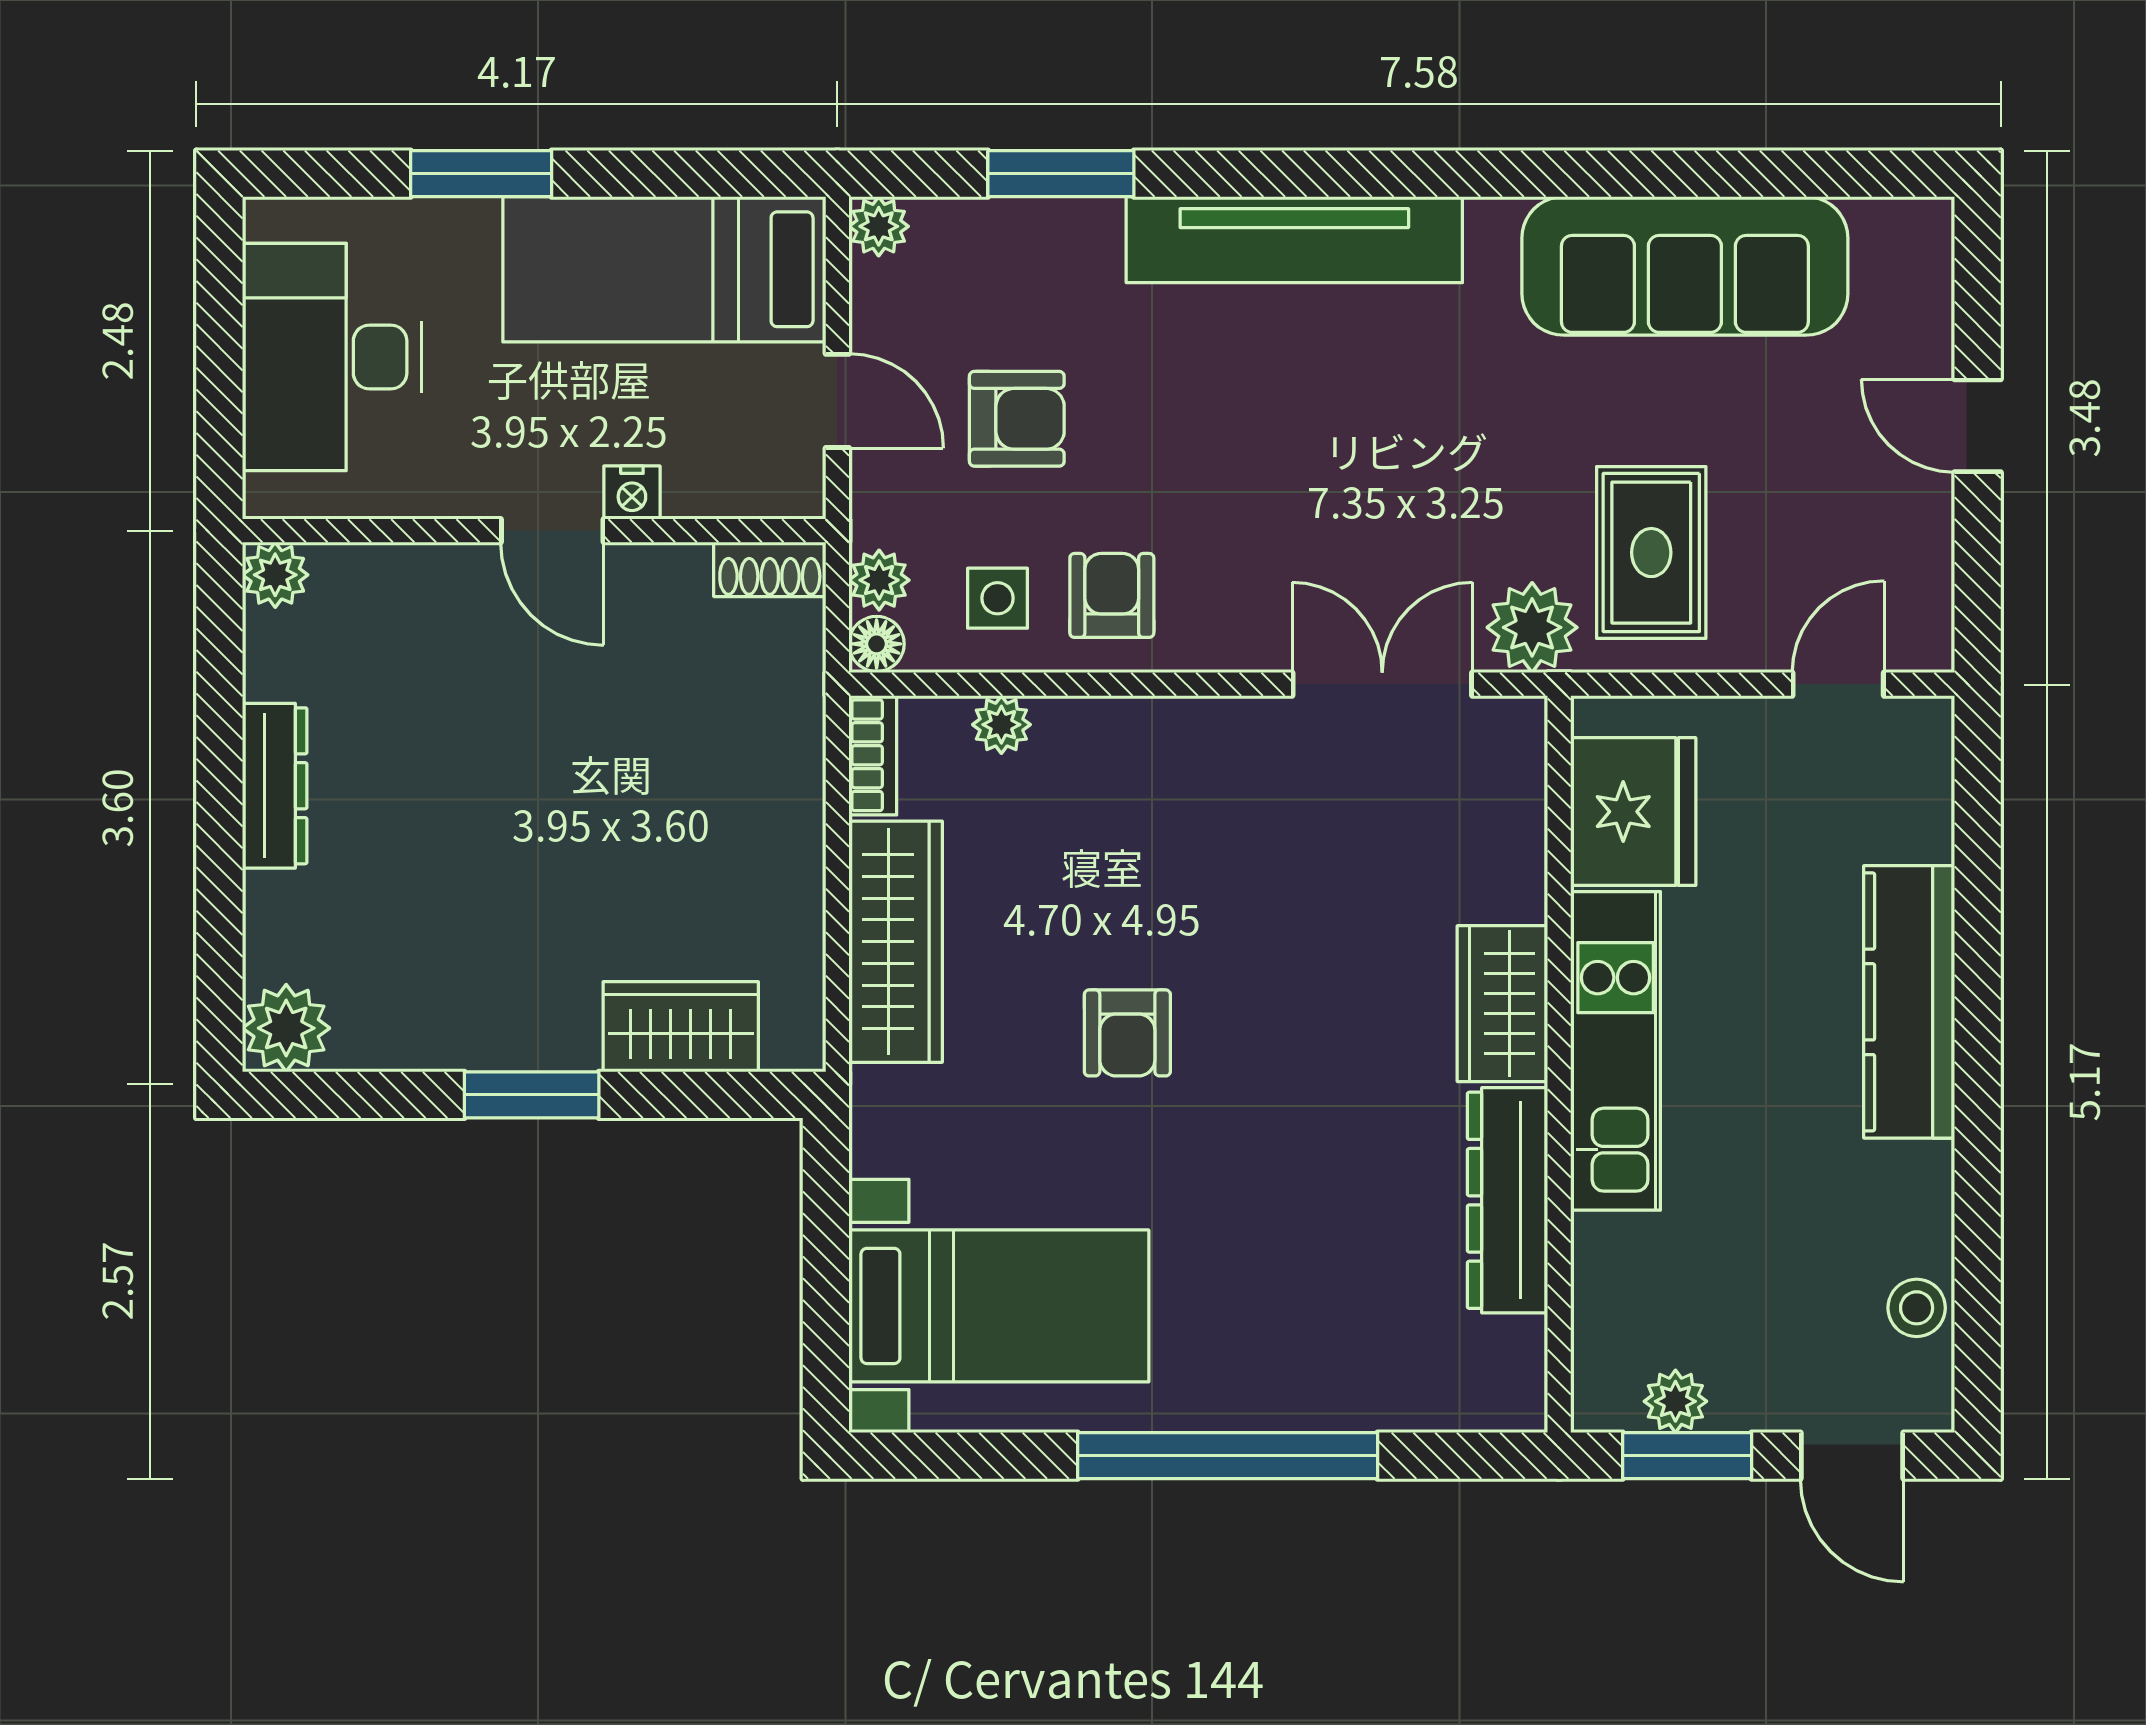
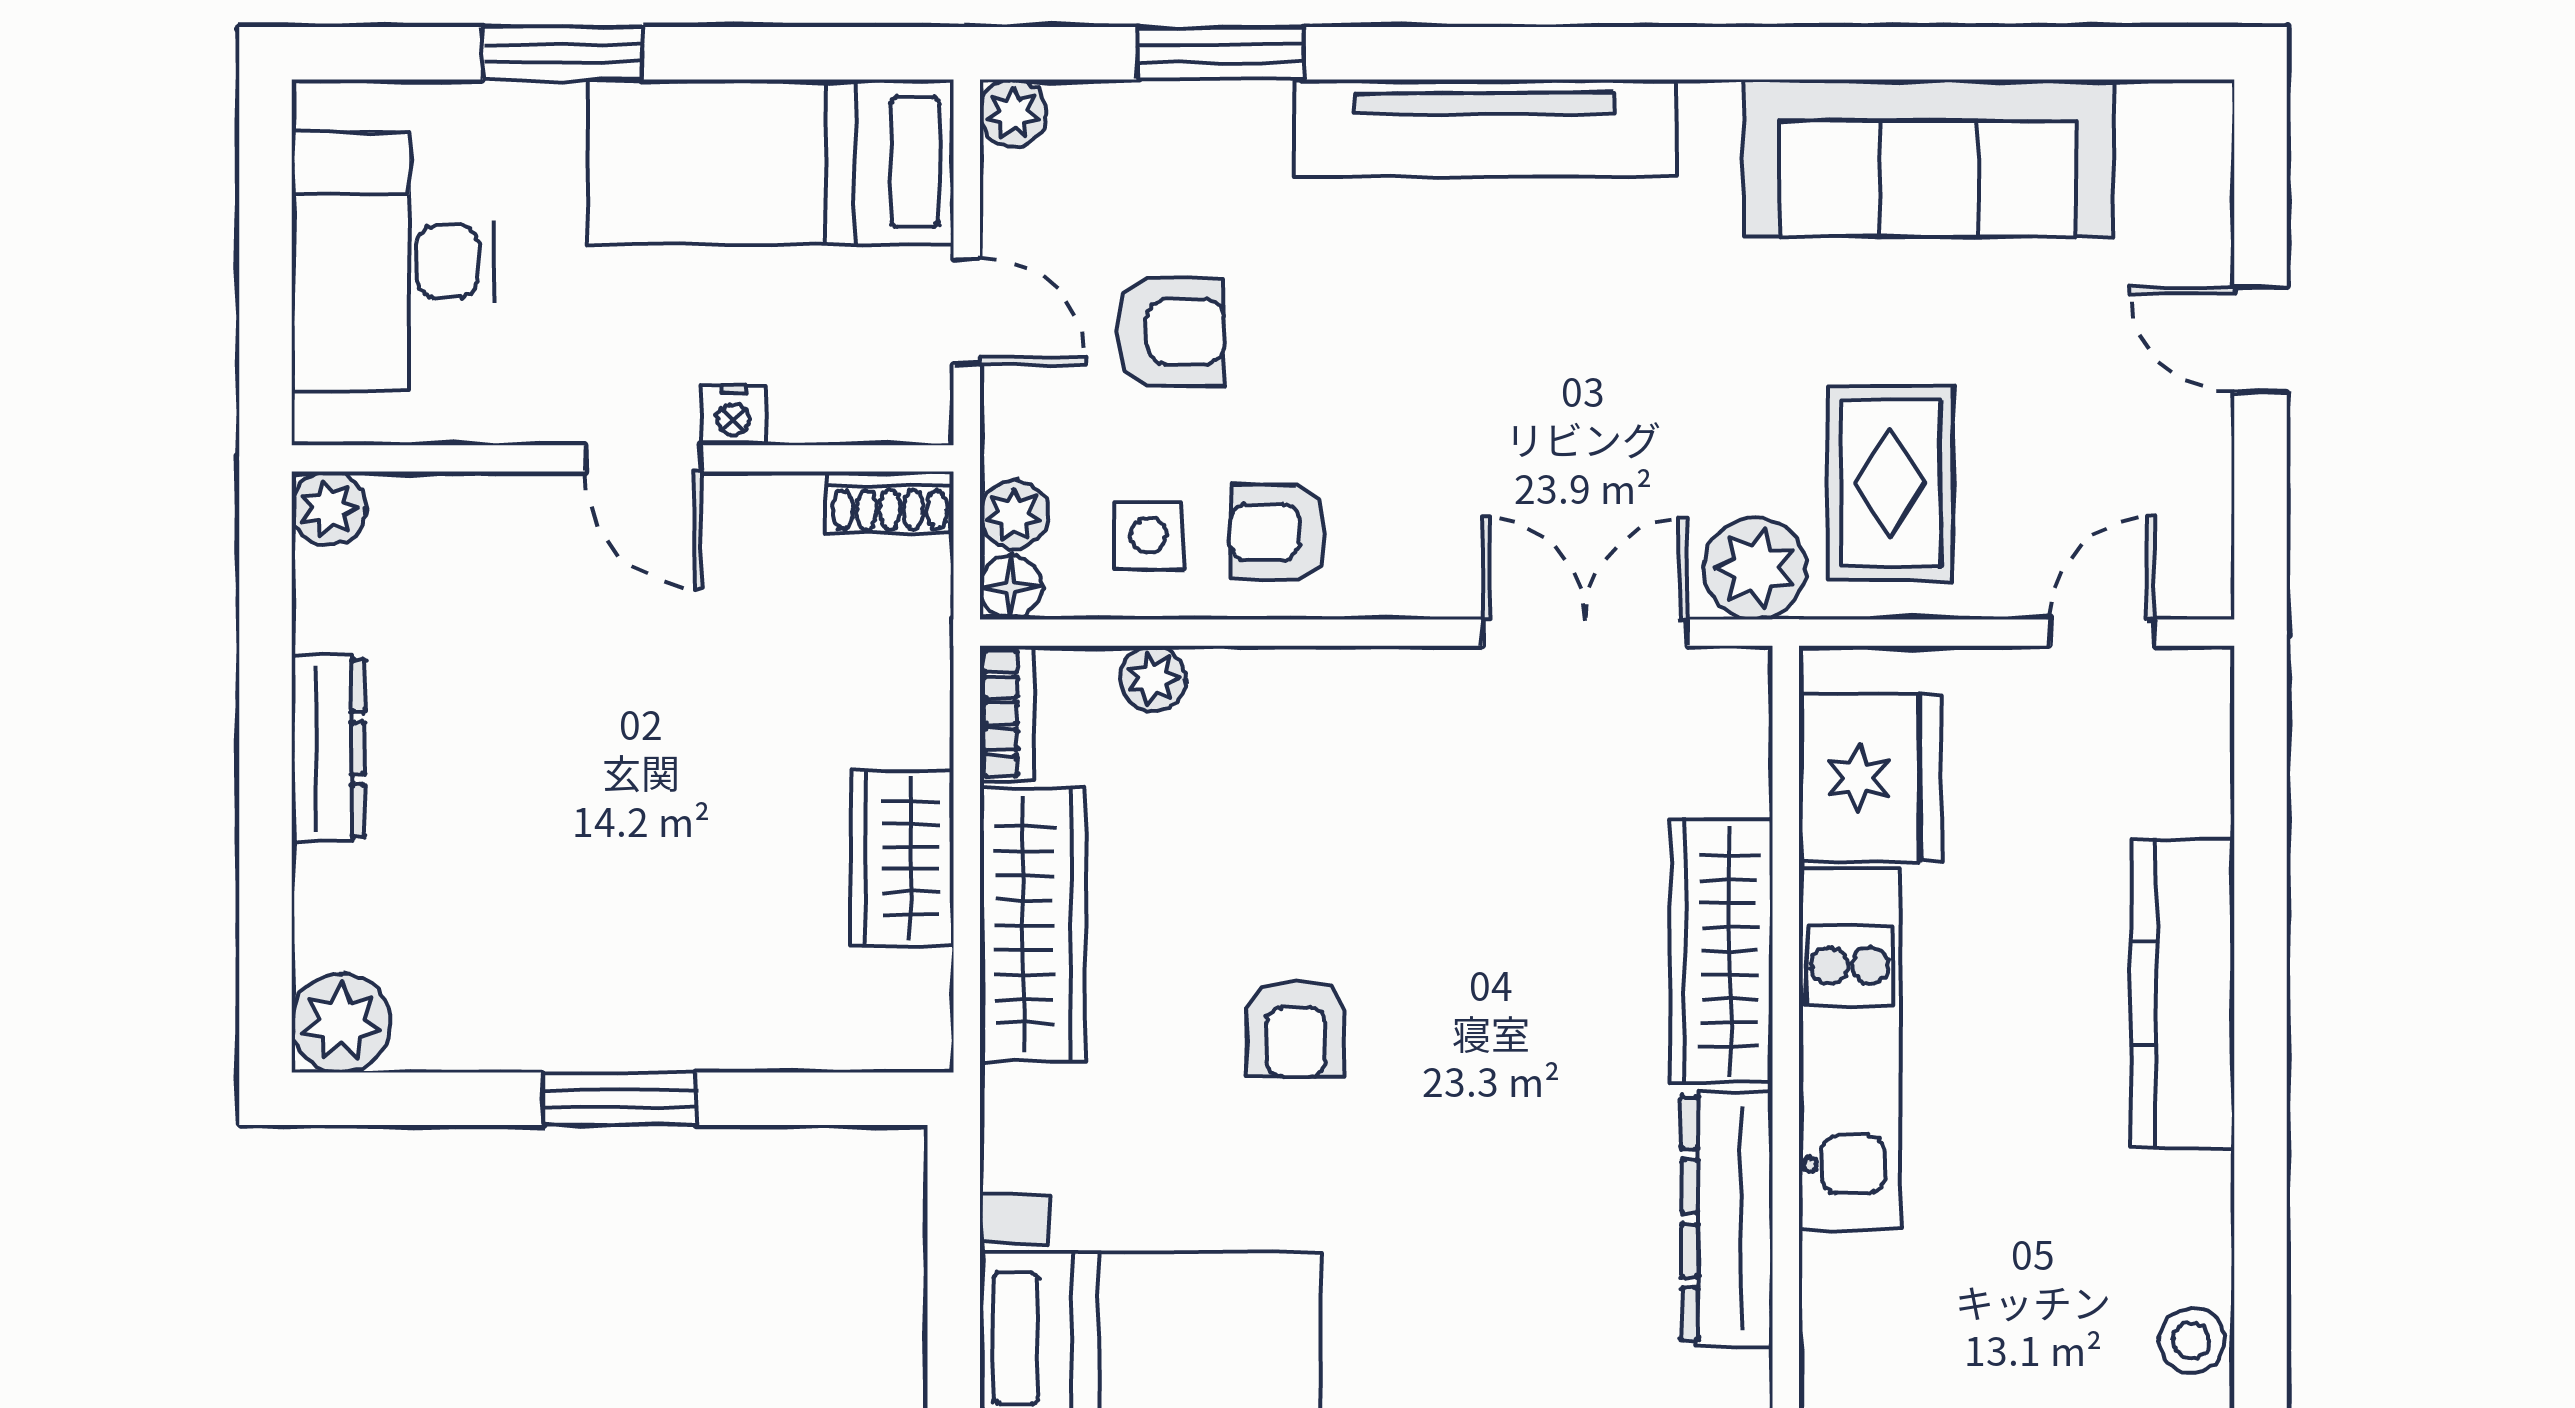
armchair: (1112, 595) -> (1278, 532), turned -90
wardrobe: (1502, 1004) -> (1721, 951), width x1.50
wardrobe: (681, 1027) -> (903, 858), moved, turned -90

